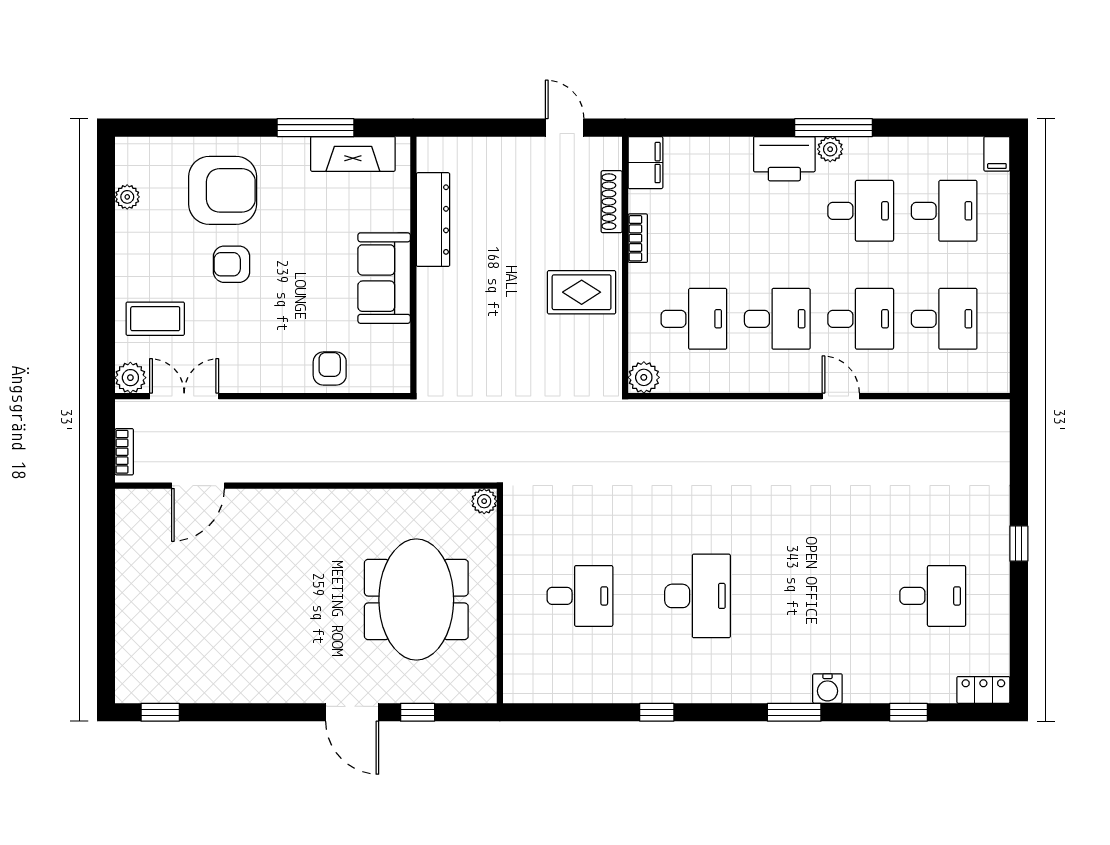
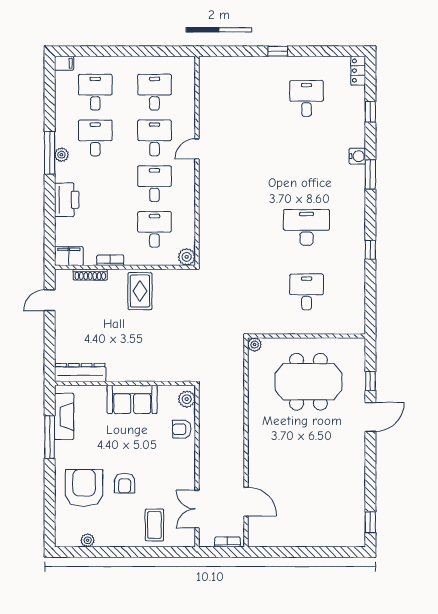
printer: (784, 159) -> (67, 200), moved
dresser: (433, 220) -> (80, 373), moved
plant: (130, 378) -> (187, 399), moved

